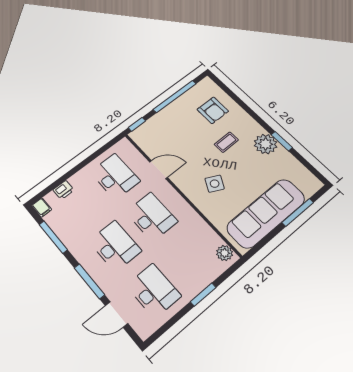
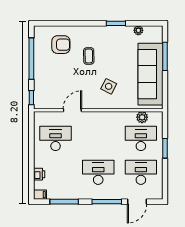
plant: (266, 144) -> (138, 30), moved, width x0.53, depth x0.53
desk: (152, 217) -> (141, 138), moved
plant: (225, 253) -> (142, 117), moved

